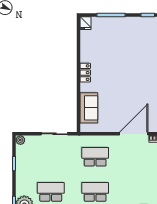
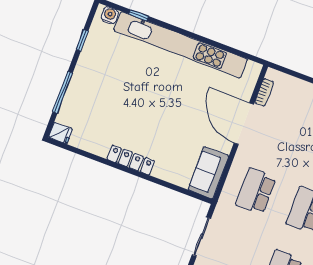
locker: (85, 73) -> (131, 160), width x1.53
sofa: (89, 108) -> (208, 173), moved, turned -90

